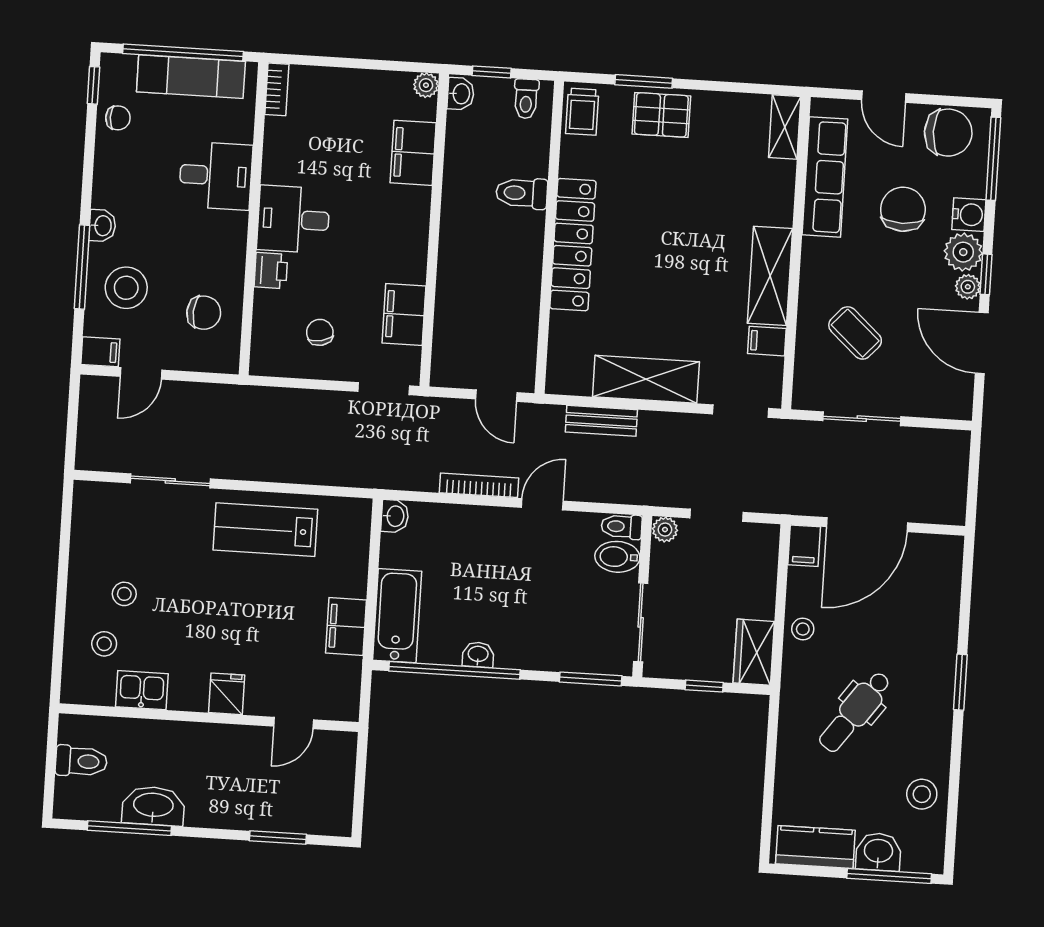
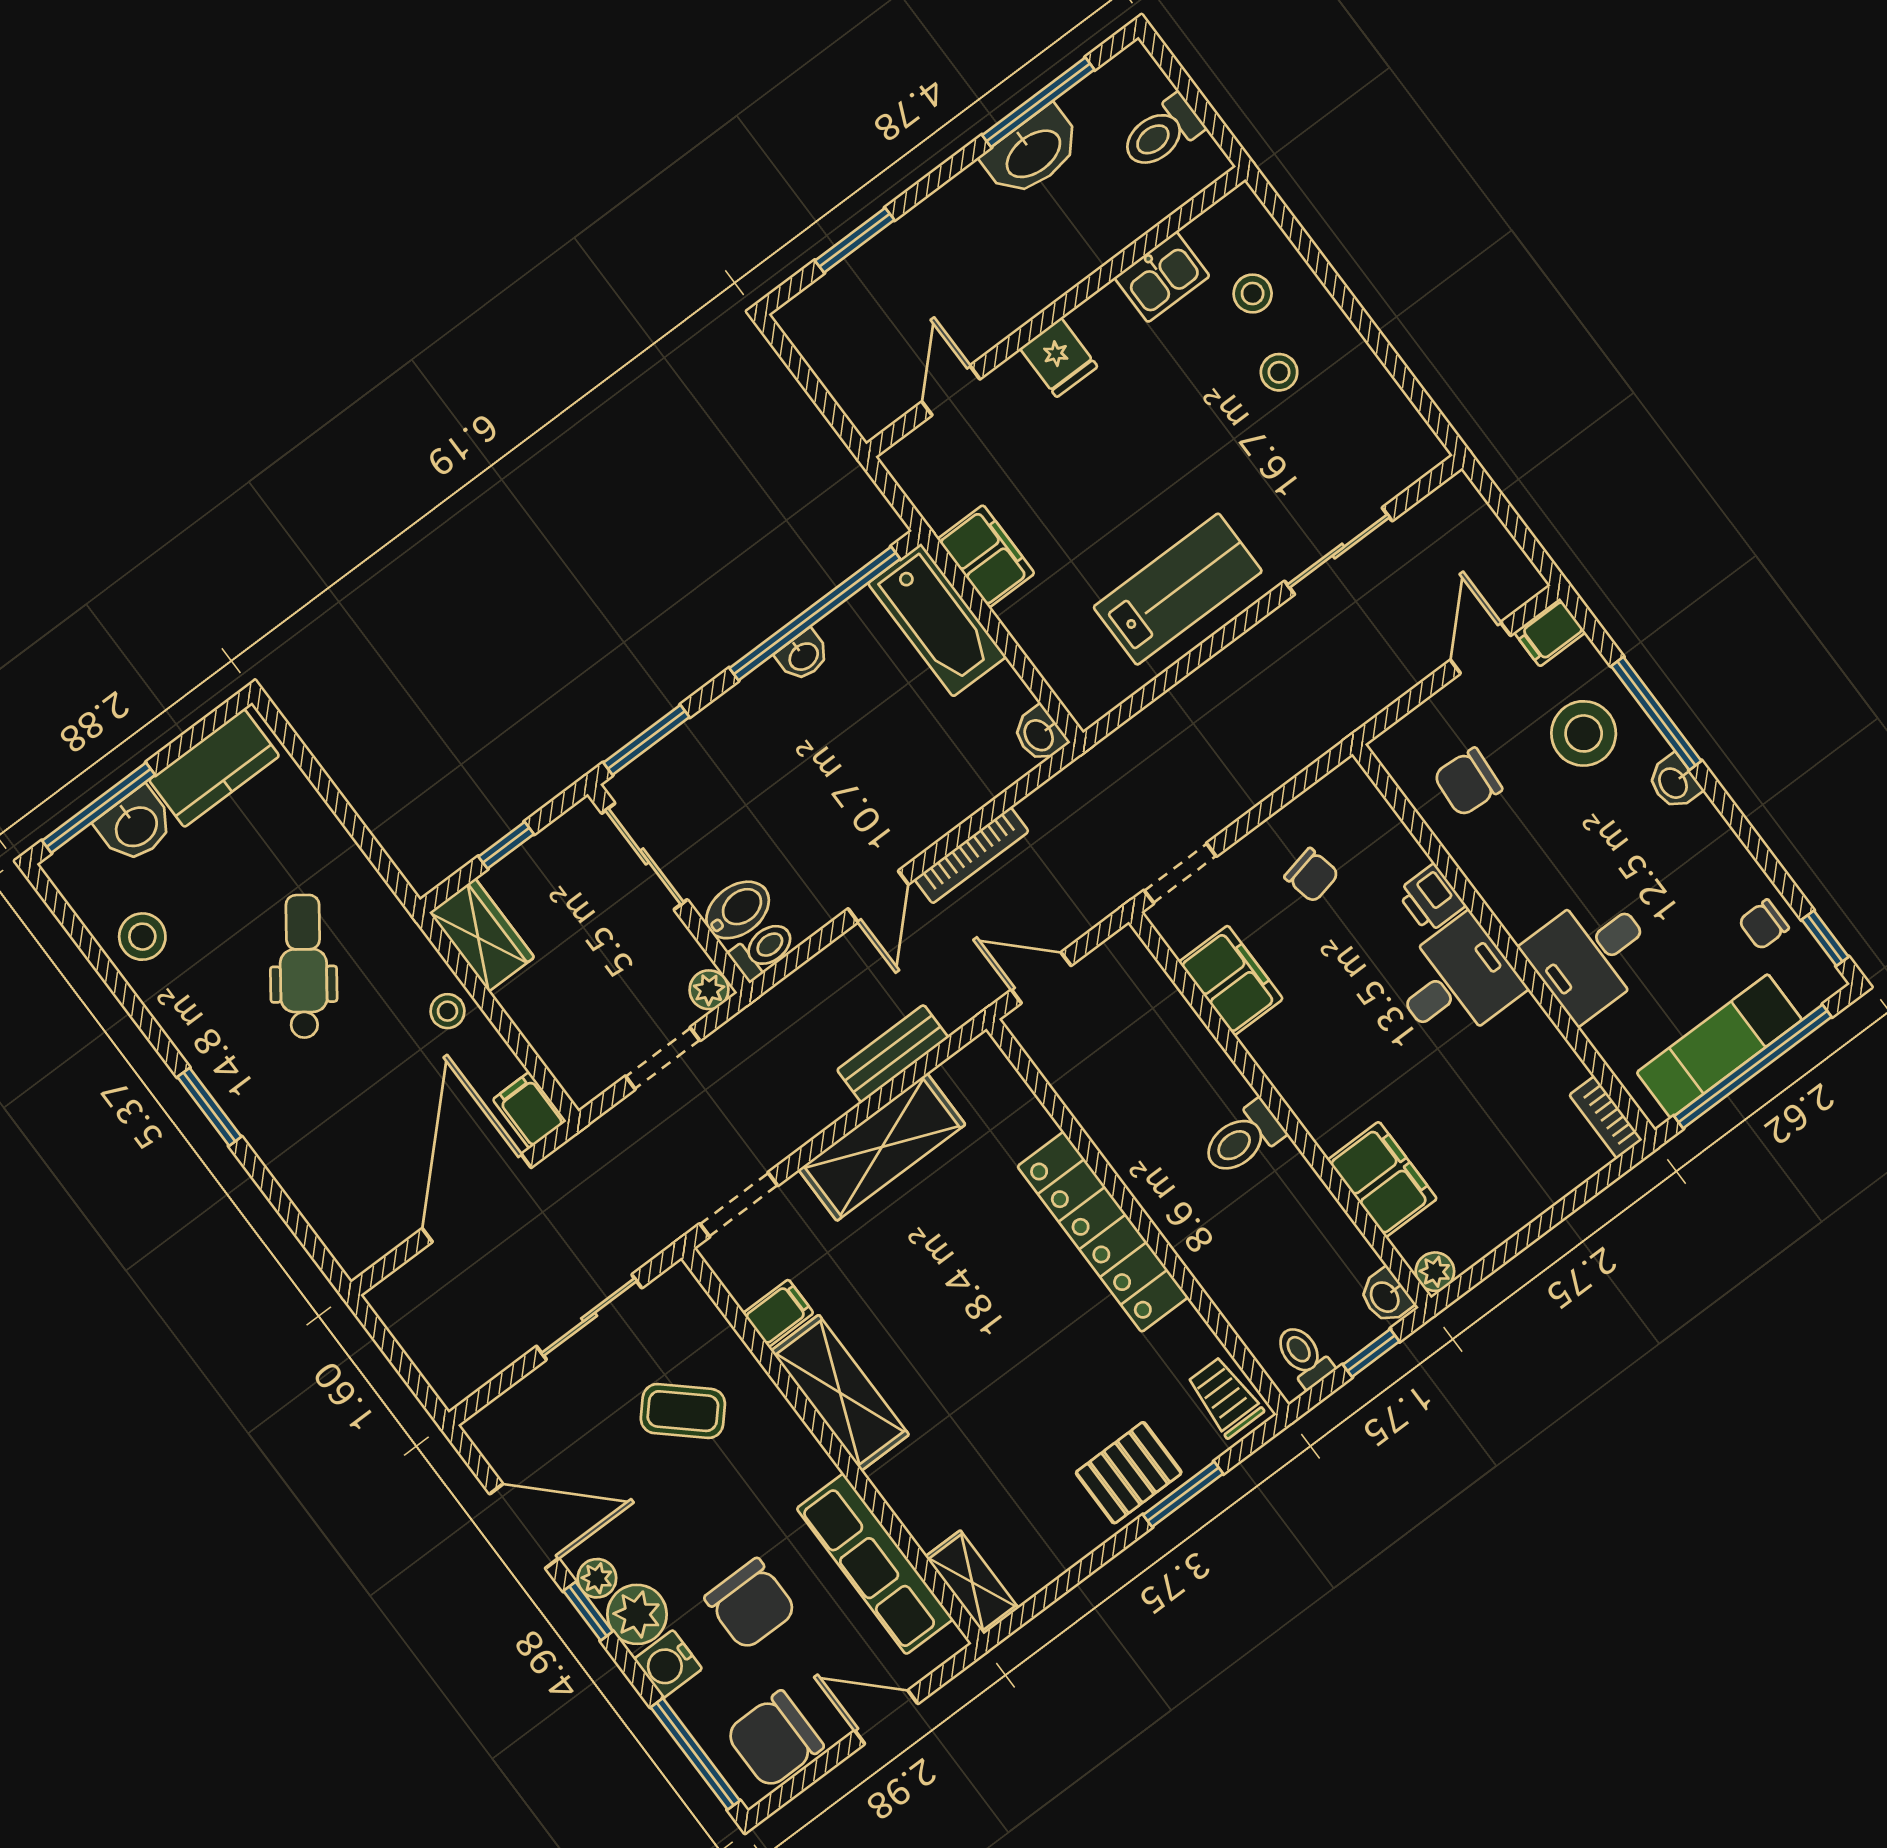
toilet: (522, 193) -> (1243, 1139), moved, turned 180

